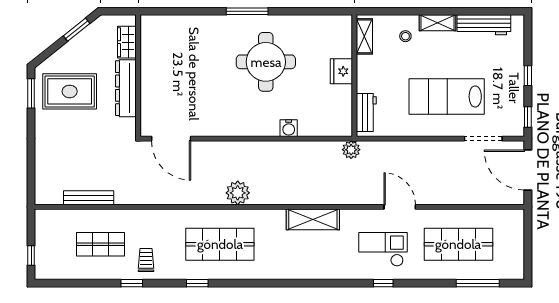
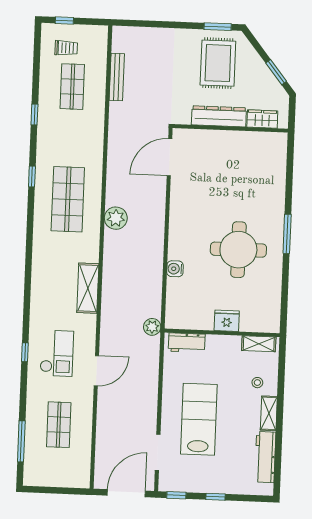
shop shelf: (458, 244) -> (59, 425), width x0.70, depth x0.74
trolley: (146, 260) -> (66, 48), moved

